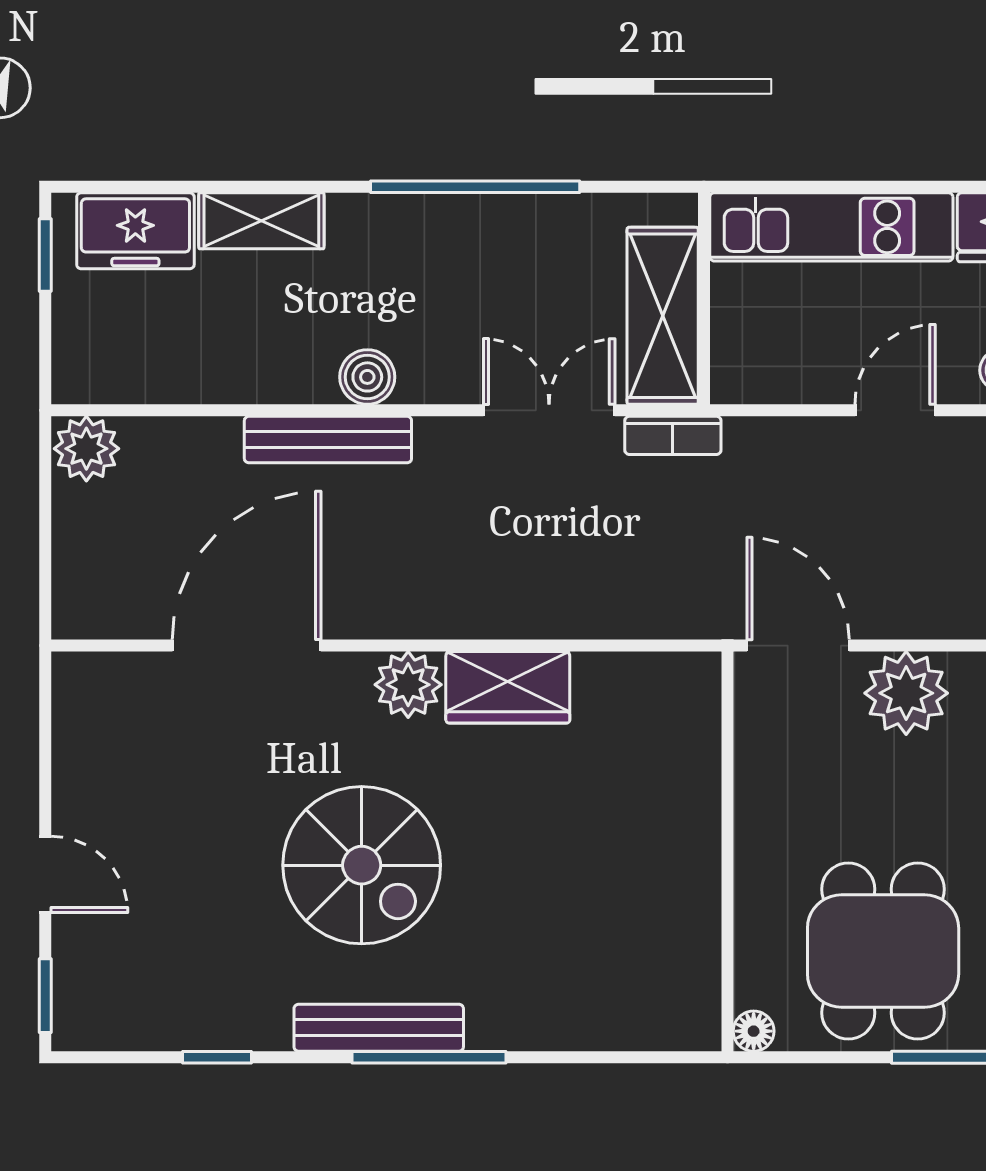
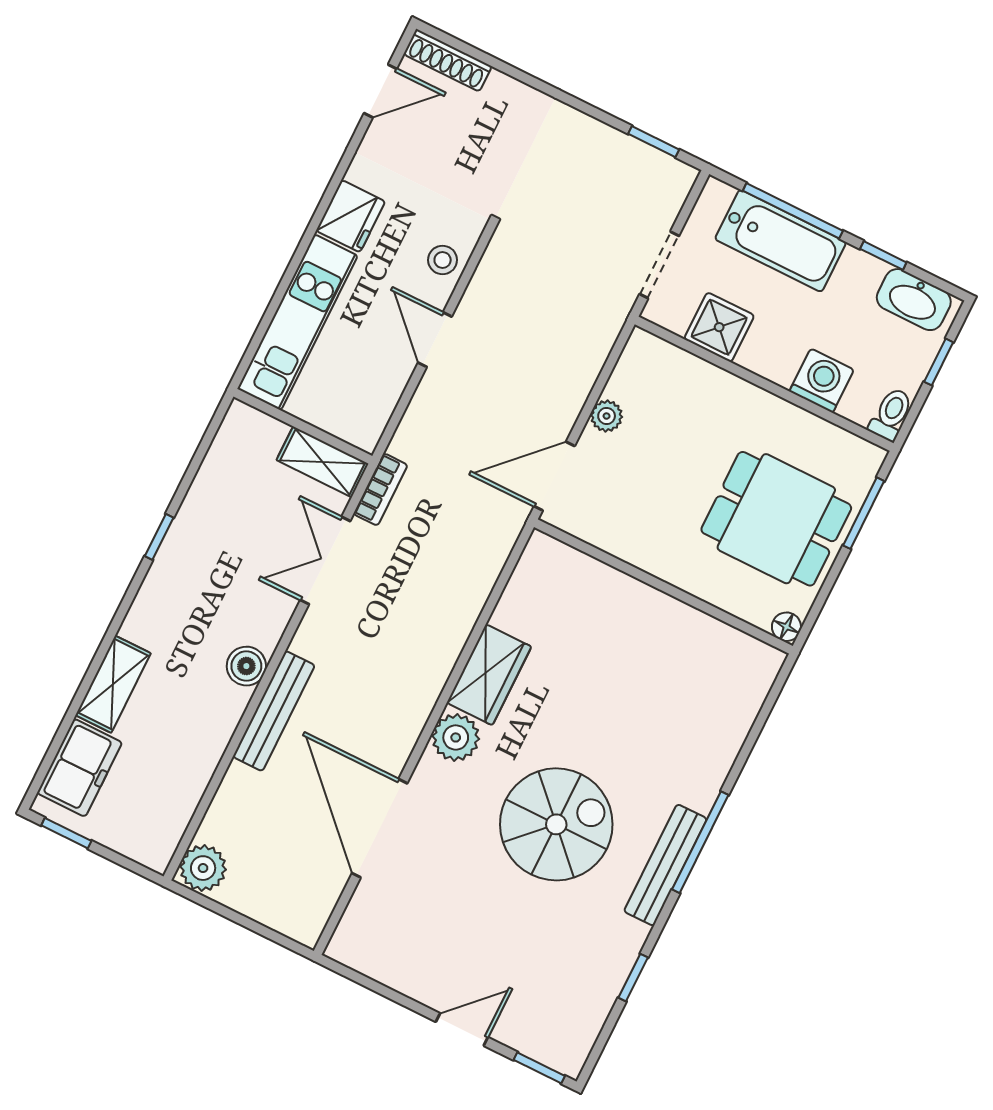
window: (475, 187) -> (159, 537), width x0.32
shelving: (663, 316) -> (323, 462), width x0.67, depth x0.75
plant: (906, 693) -> (607, 416), width x0.53, depth x0.53

